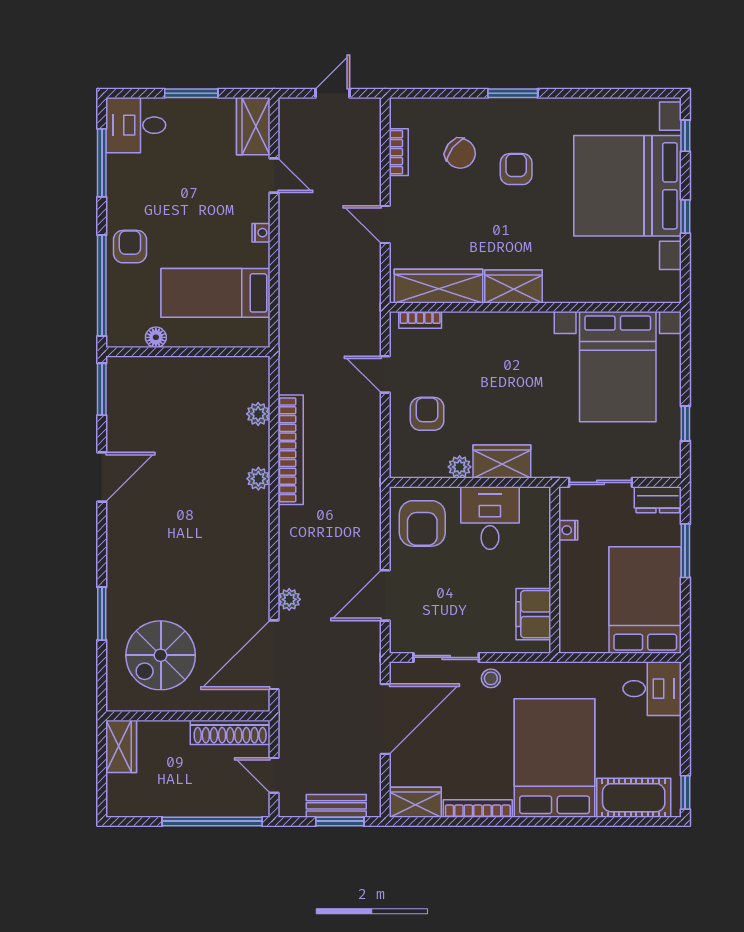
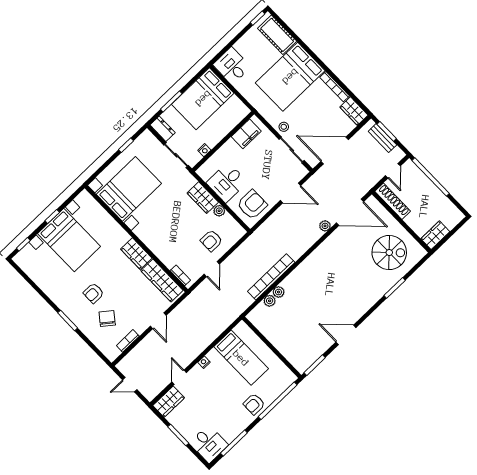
bed with nightstands: (628, 186) -> (69, 240), width x0.73
floor lamp: (156, 337) -> (277, 364), removed
plant: (258, 479) -> (279, 292), moved

